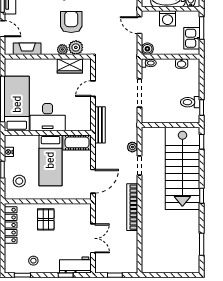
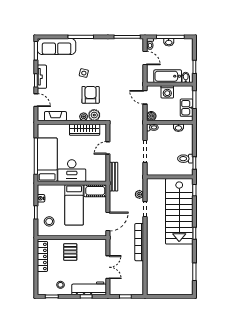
wardrobe: (70, 66) -> (85, 130), width x1.50
workbench: (75, 265) -> (89, 288), width x1.38

